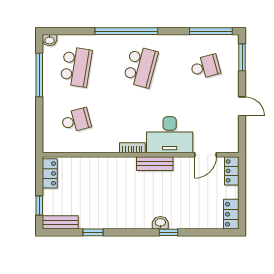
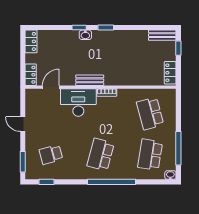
window: (211, 31) -> (47, 182), width x0.46
school desk: (76, 120) -> (150, 113), width x1.85
window: (93, 232) -> (106, 28), moved

